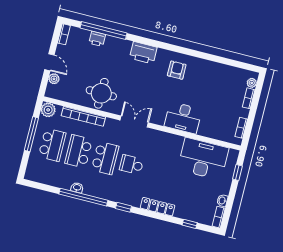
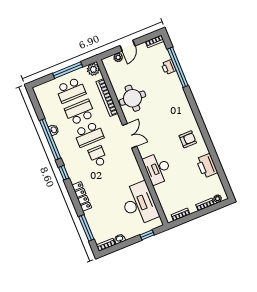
printer: (143, 53) -> (207, 166), moved
window: (190, 224) -> (86, 228), width x2.17

